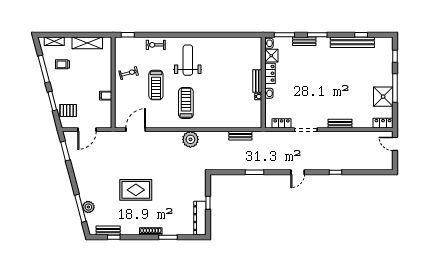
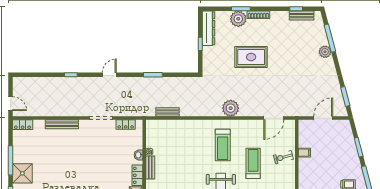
exercise bike: (129, 73) -> (283, 157), moved
shower: (383, 97) -> (22, 173), moved
pallet: (68, 111) -> (342, 137), removed
bench: (340, 124) -> (62, 124), width x1.36
plant: (190, 139) -> (231, 108), moved
rug: (136, 190) -> (251, 57), moved
plant: (88, 207) -> (325, 52), moved
plant: (171, 227) -> (238, 19), added

